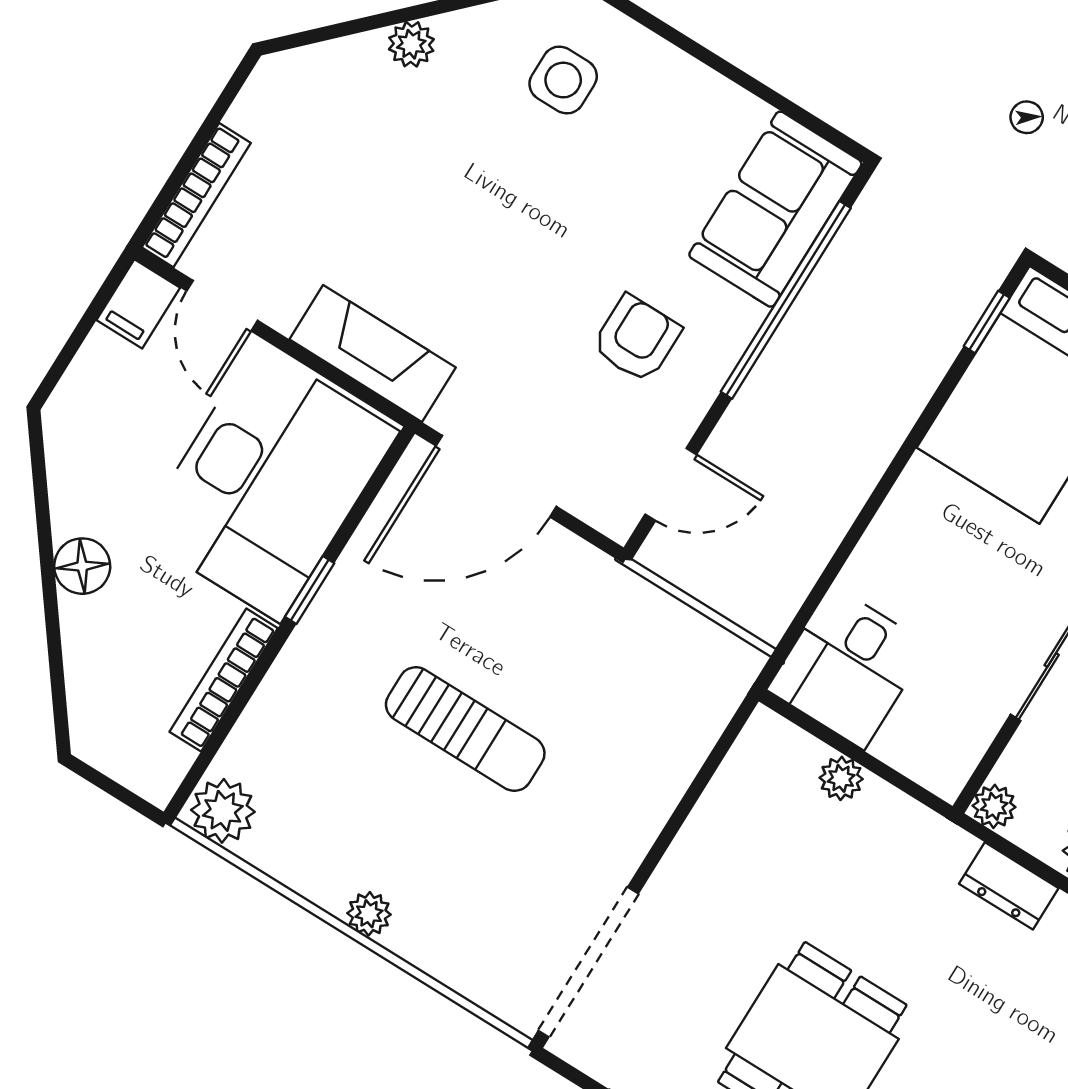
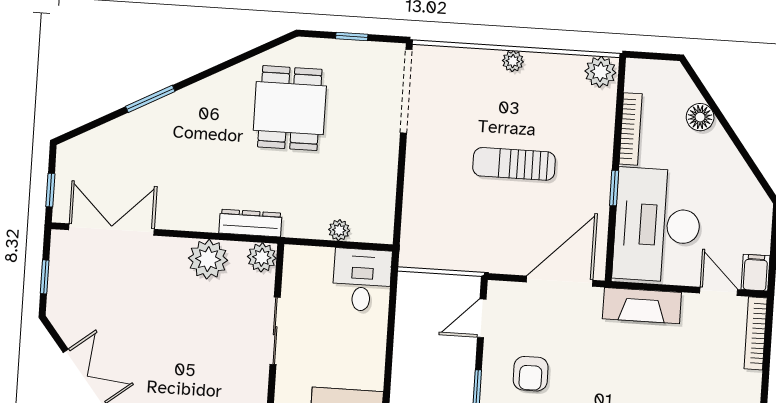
floor lamp: (82, 566) -> (700, 117), moved
plant: (994, 806) -> (262, 257), width x1.38, depth x1.38
dresser: (1009, 886) -> (250, 223), width x1.44

